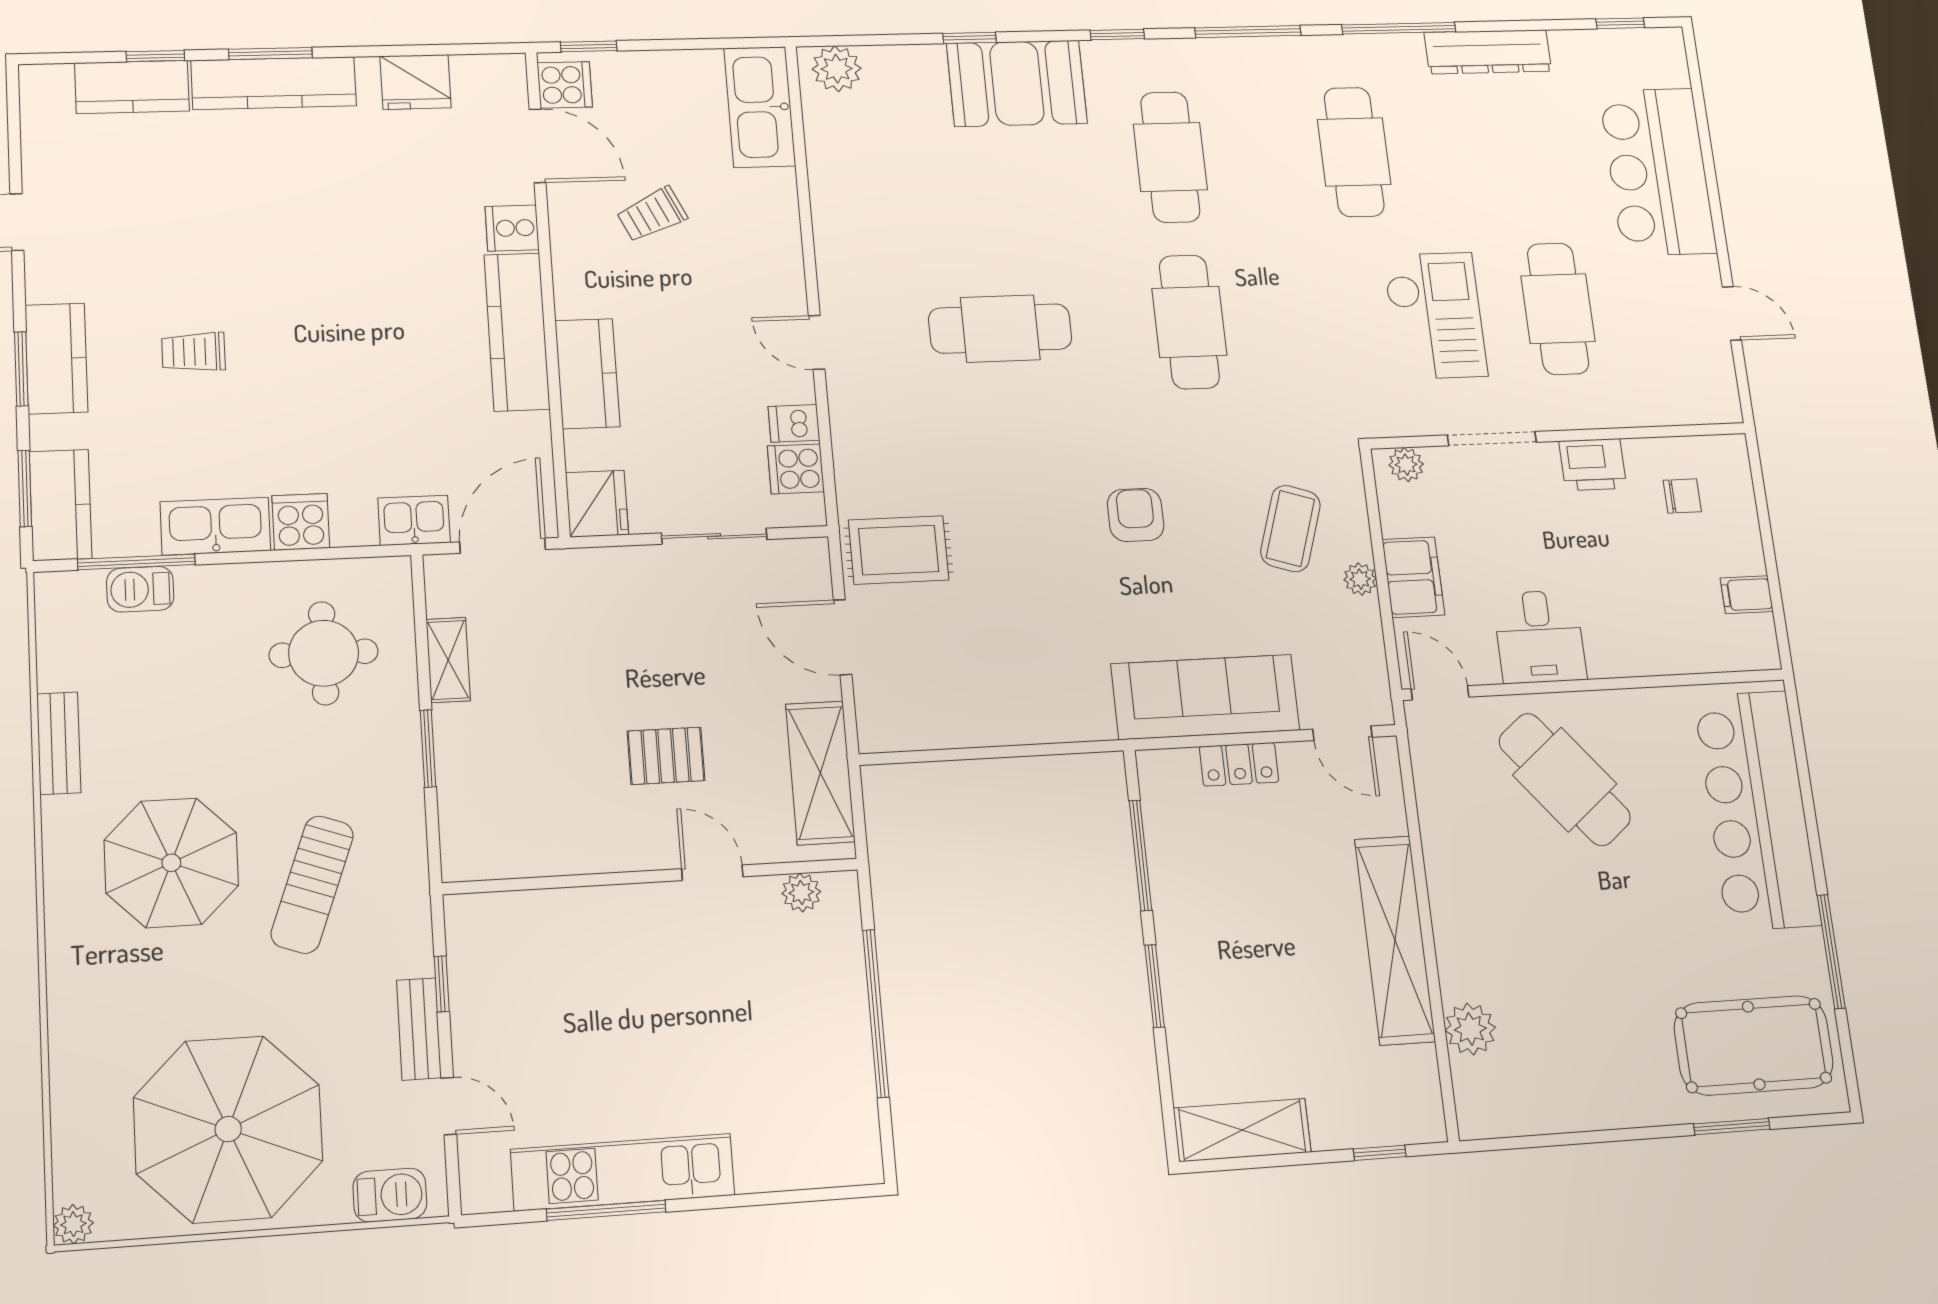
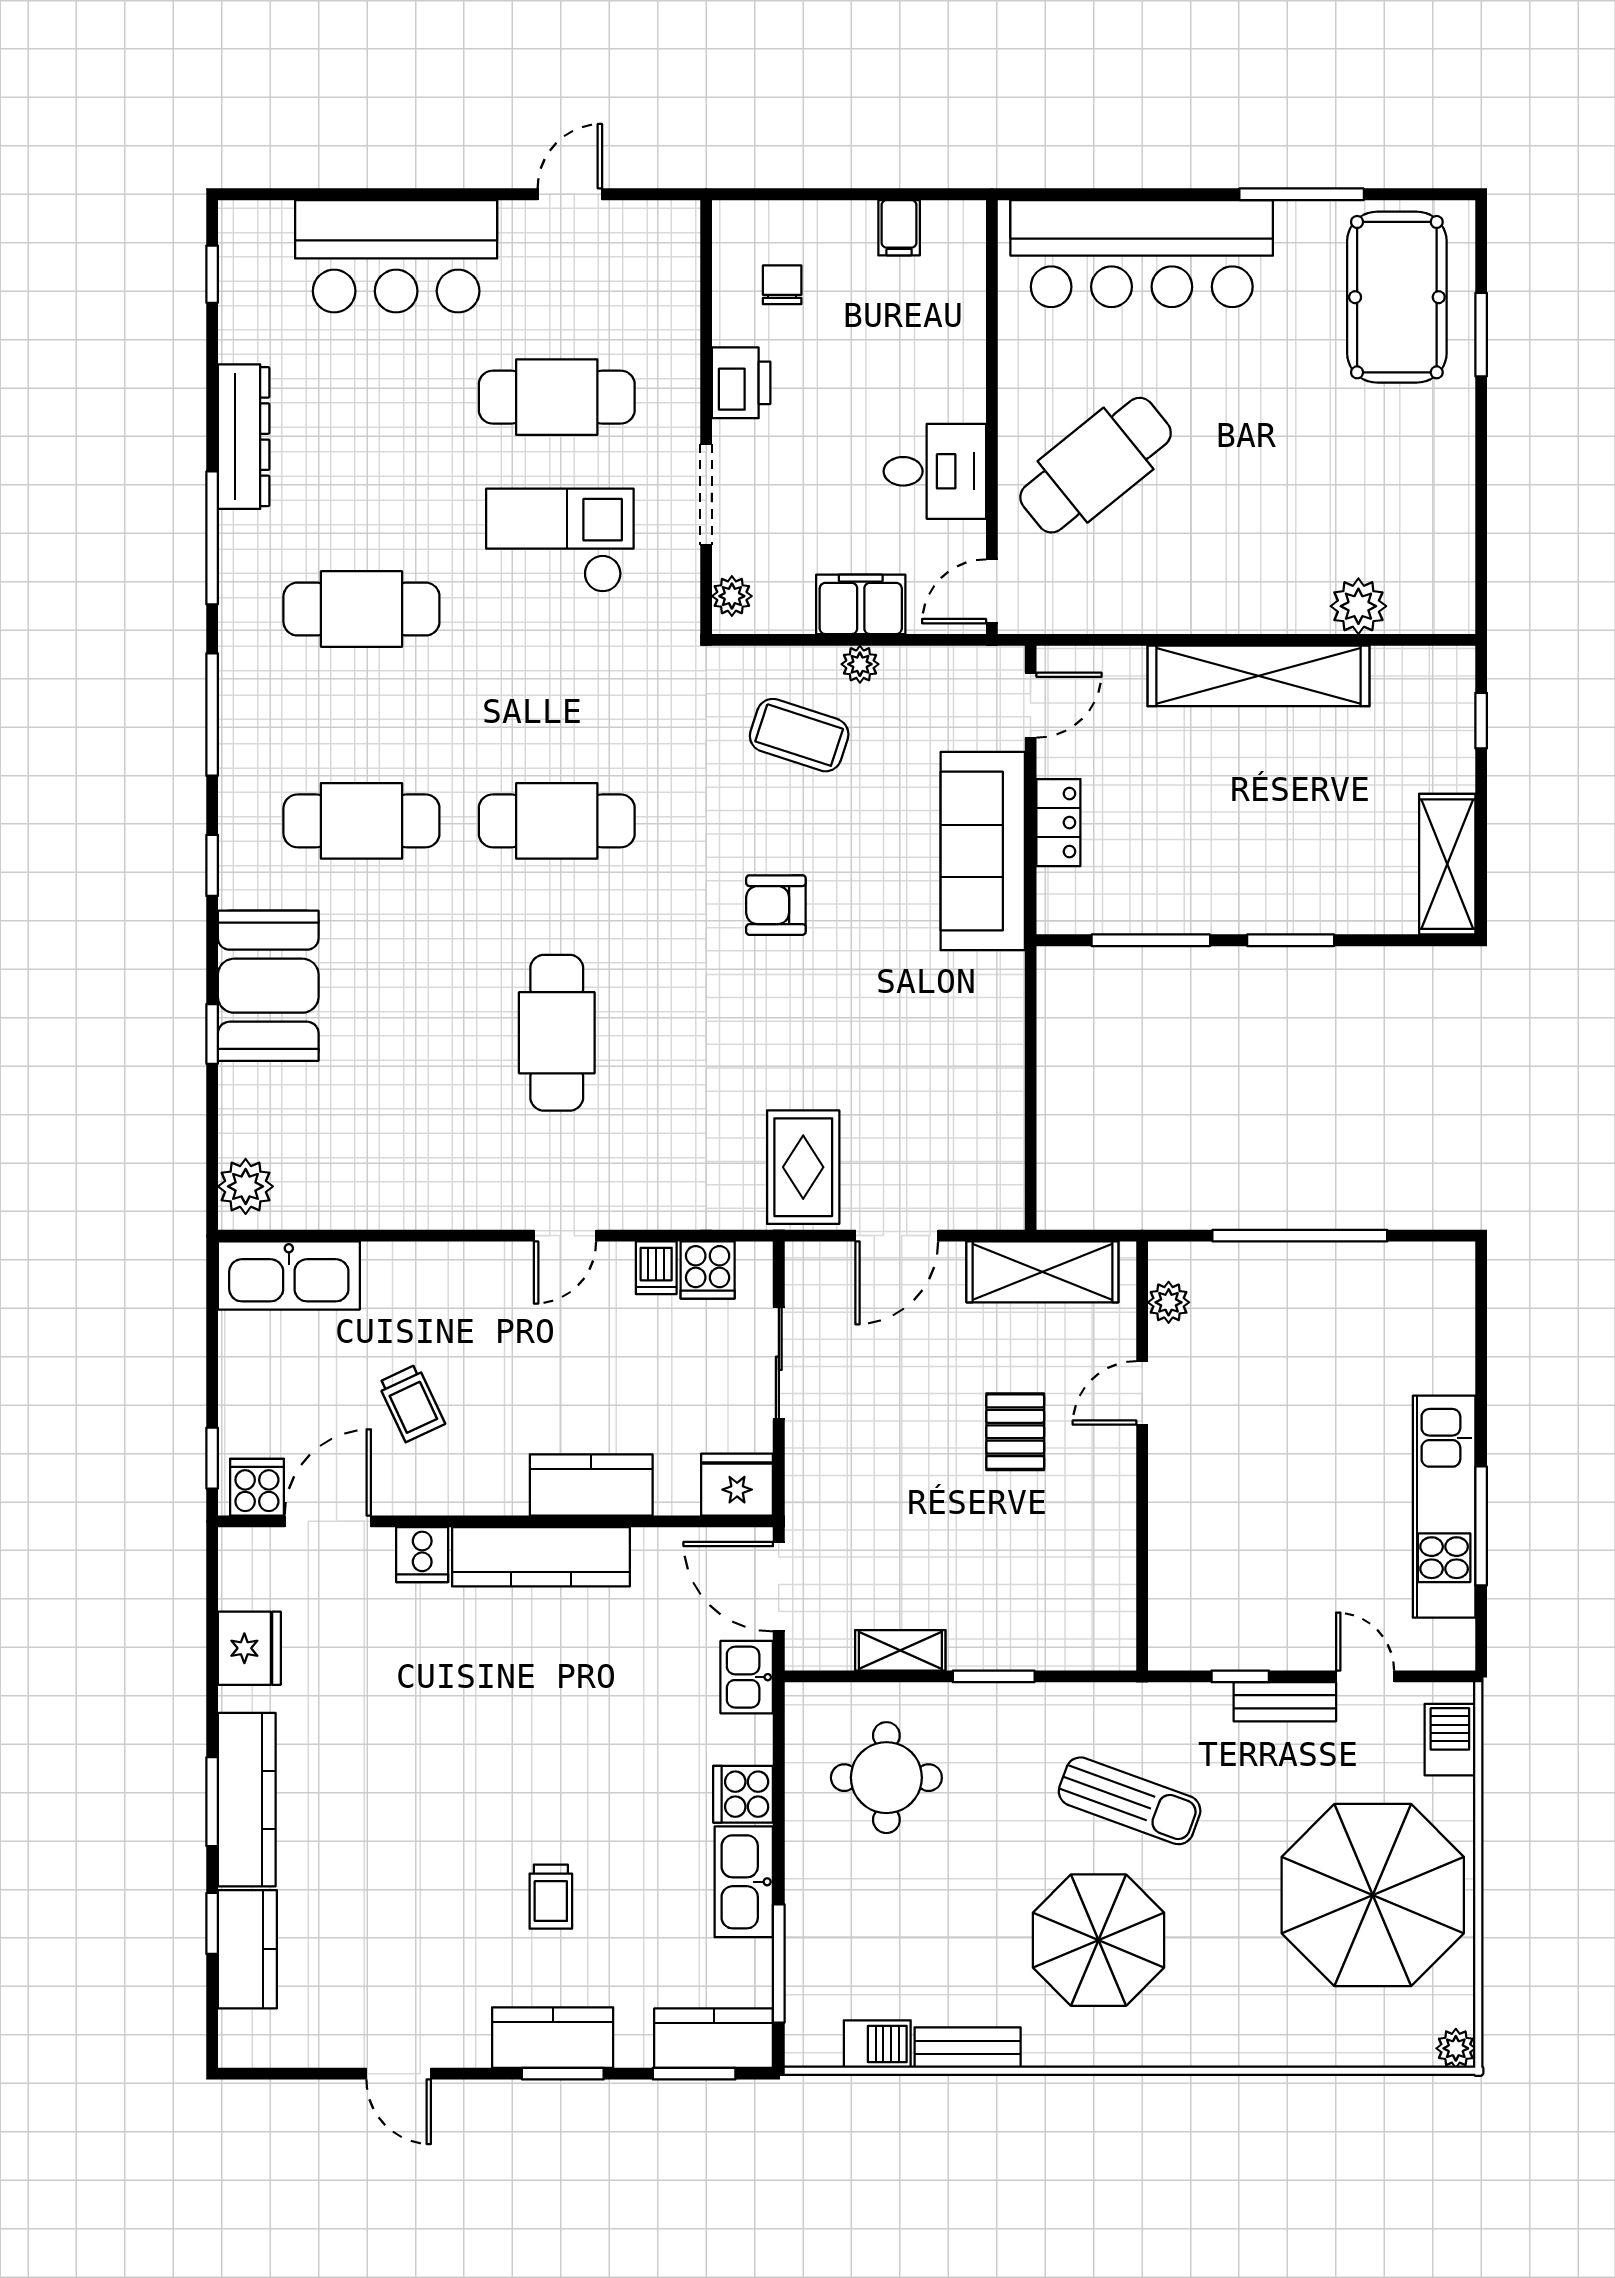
barbecue: (140, 589) -> (877, 2044), moved, turned -90
door: (449, 1106) -> (1365, 1676), hinge flipped

